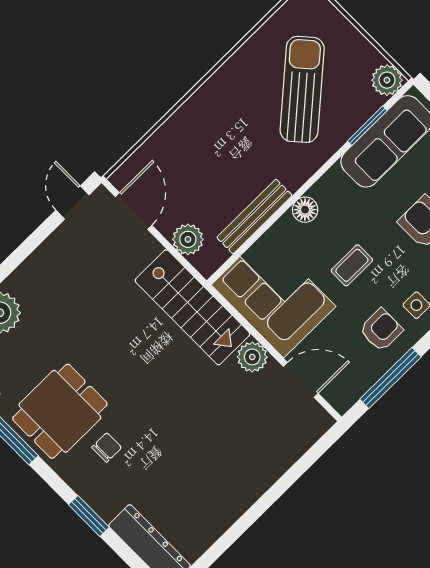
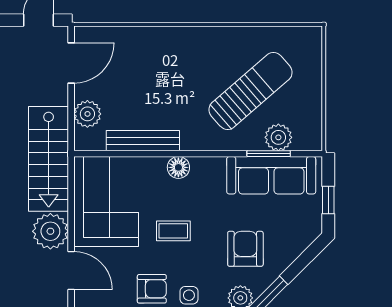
plant: (387, 80) -> (278, 137), moved
plant: (252, 357) -> (50, 231), width x1.36, depth x1.36

